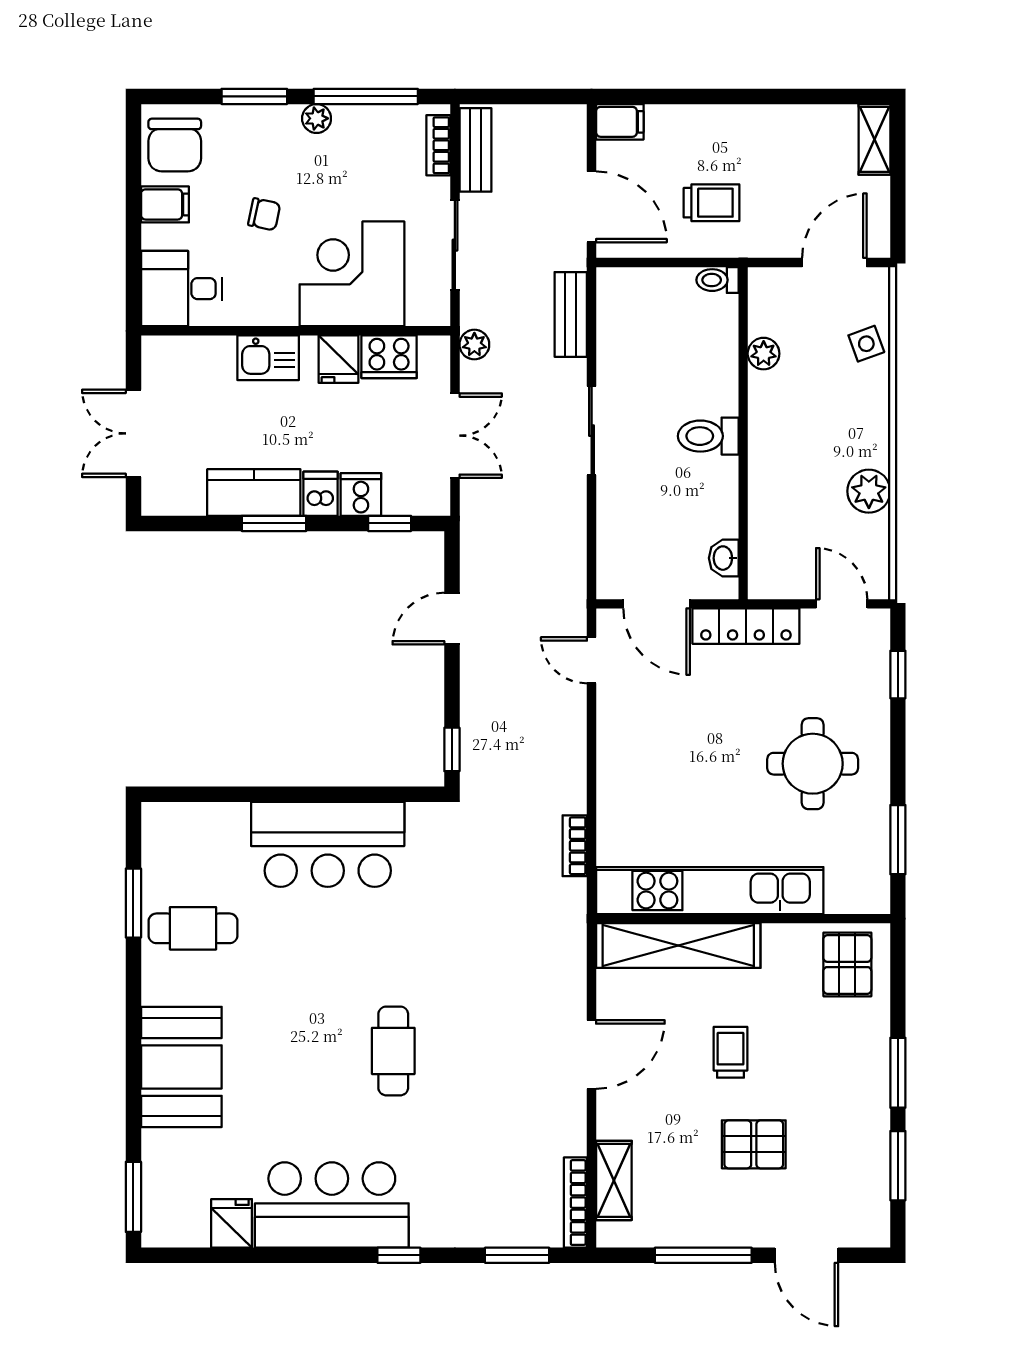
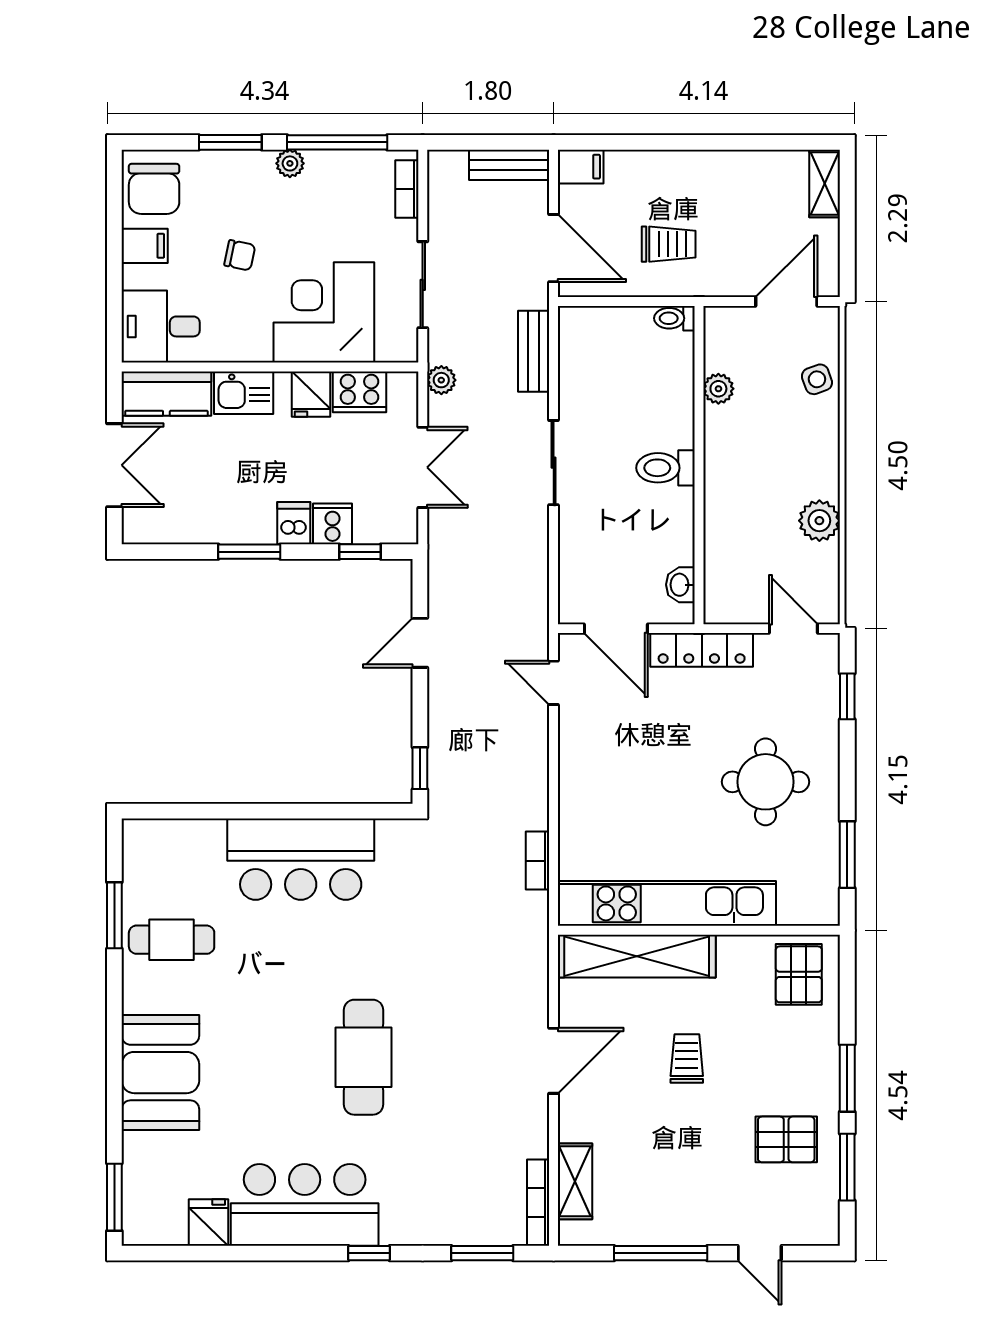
bench: (475, 150) -> (509, 165), moved, turned 90
double door: (133, 433) -> (114, 465), swing flipped
kitchen counter: (254, 493) -> (166, 394), moved, turned 180
cafe table: (393, 1051) -> (364, 1057), width x1.37, depth x1.35
pallet: (754, 1144) -> (786, 1139), moved
door: (806, 1255) -> (760, 1253), width x0.73

